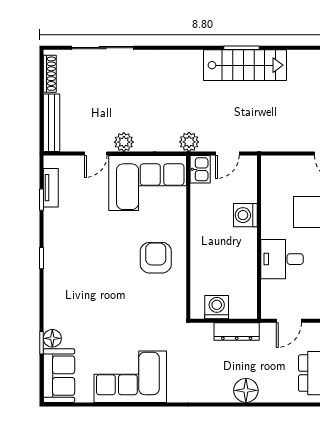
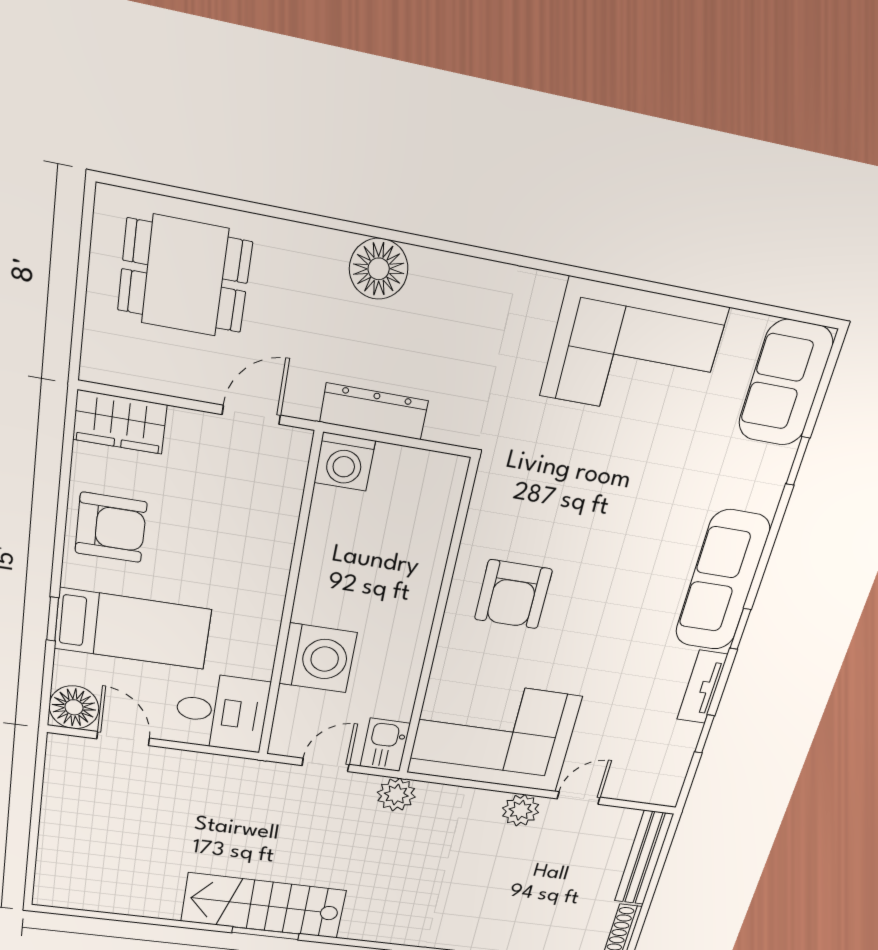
tv unit: (51, 188) -> (702, 687), moved
washing machine: (245, 215) -> (318, 658), width x1.37, depth x1.37
desk: (282, 259) -> (222, 712), moved
sofa: (58, 281) -> (722, 581), added
washing machine: (217, 307) -> (345, 462), moved
floor lamp: (52, 338) -> (773, 467), removed

